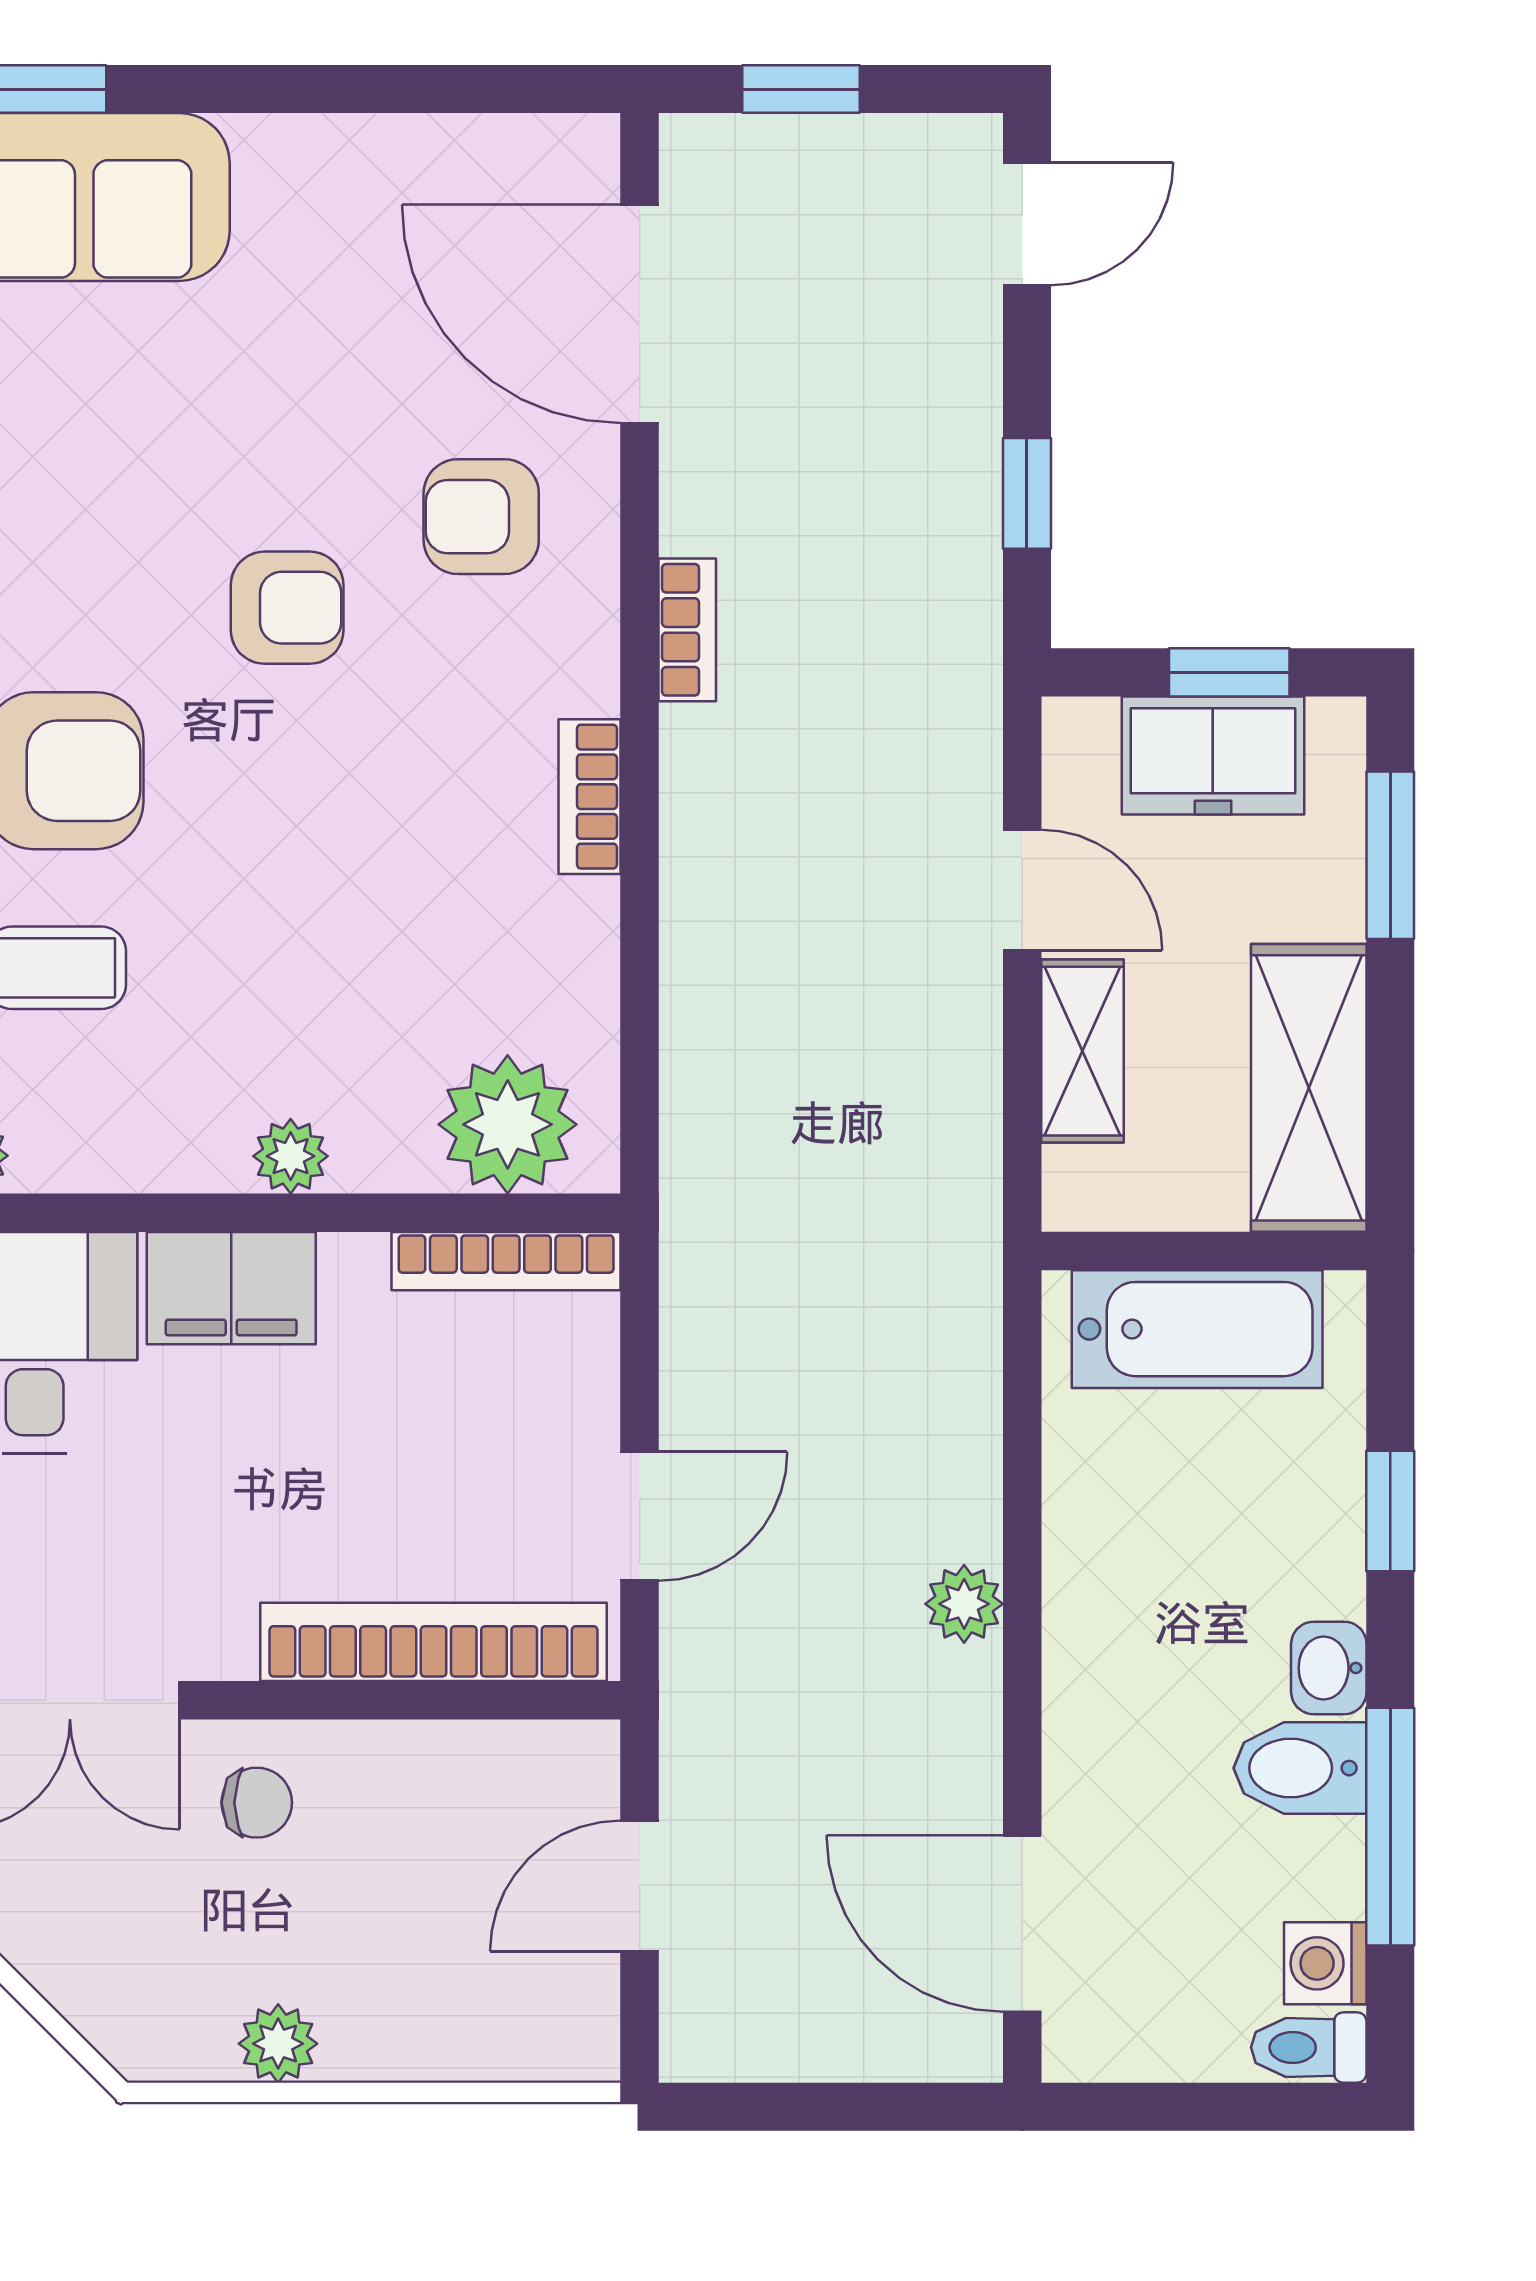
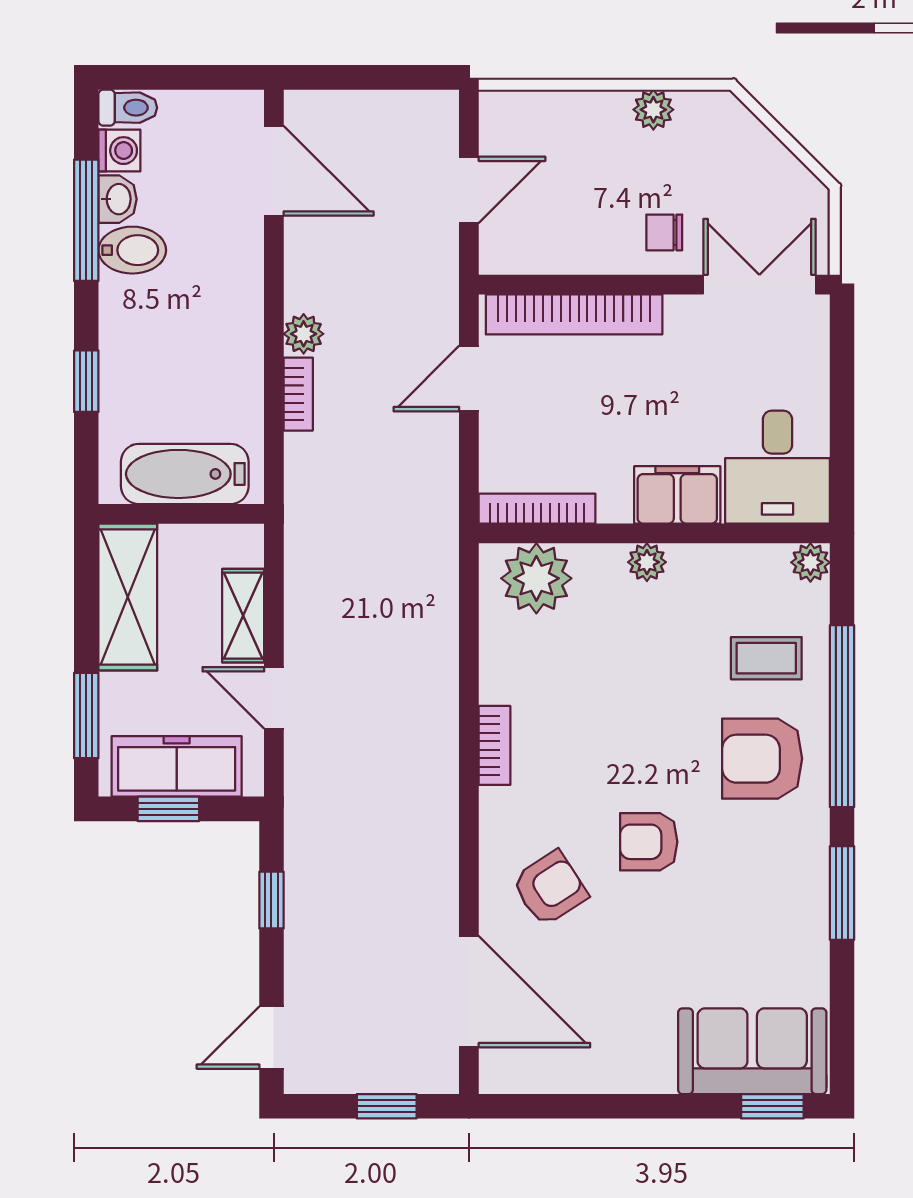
armchair: (481, 517) -> (550, 888), turned -33
bookcase: (687, 630) -> (298, 394), moved, turned 180
freezer: (1213, 756) -> (177, 766), width x1.40
washbasin: (1329, 1668) -> (118, 199), moved

